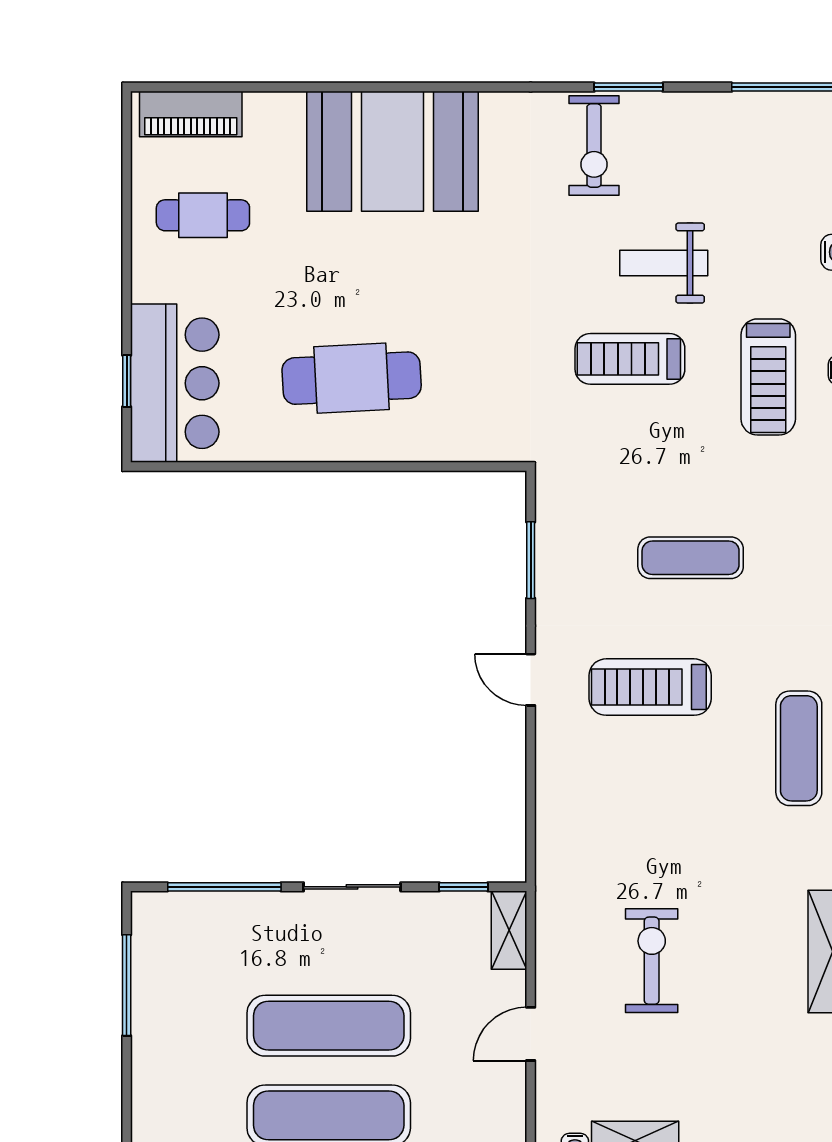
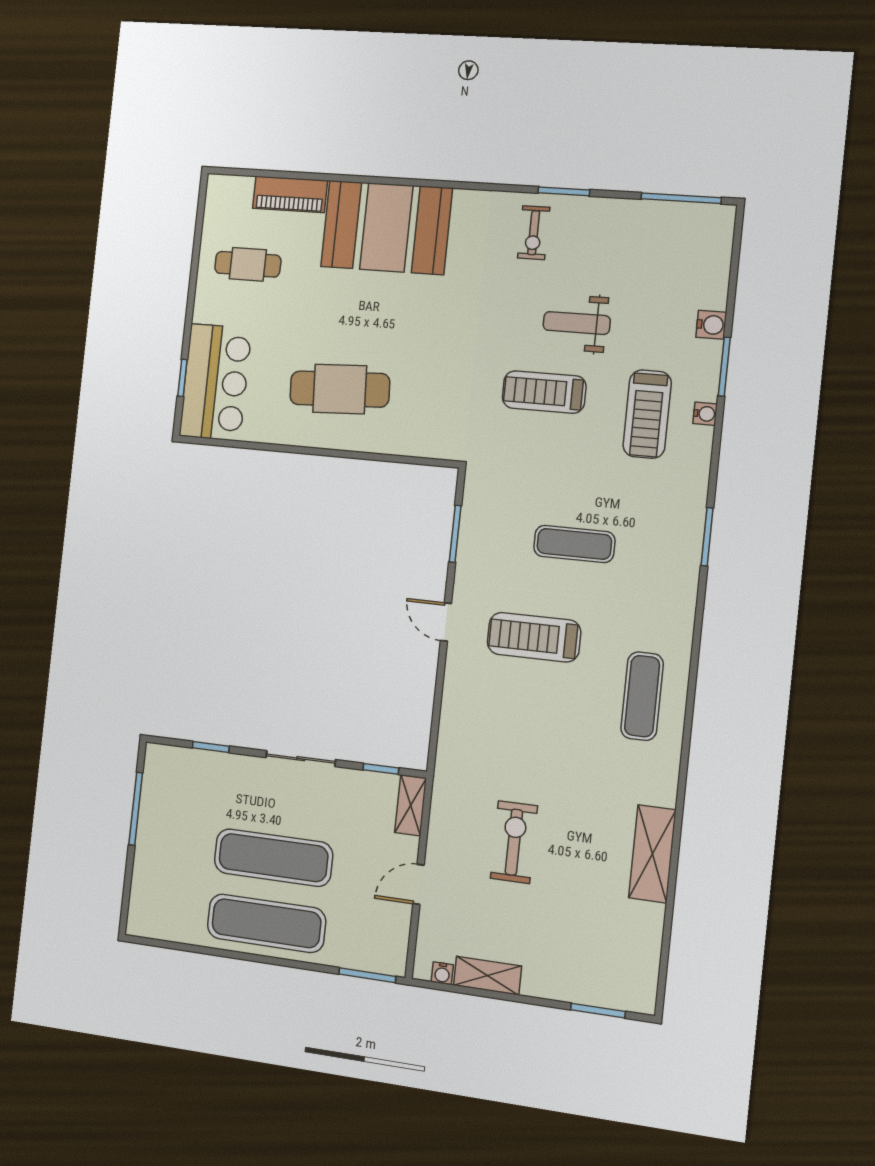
piano: (191, 114) -> (290, 194), moved
exercise bike: (594, 145) -> (534, 233), width x0.73, depth x0.72
window: (224, 887) -> (211, 747), width x0.46

